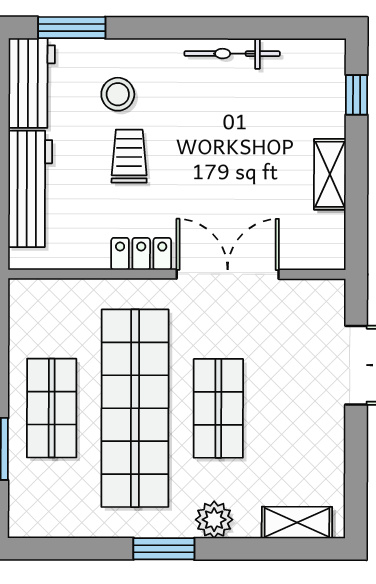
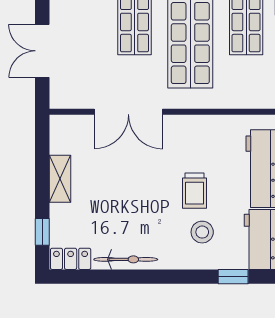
window: (72, 28) -> (233, 277), width x0.67
locker: (141, 254) -> (71, 259), moved, turned 180

